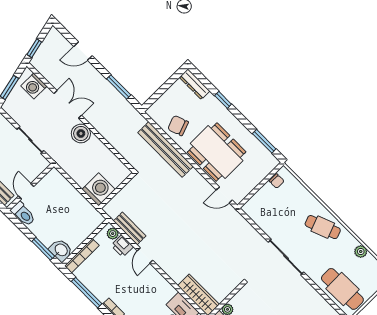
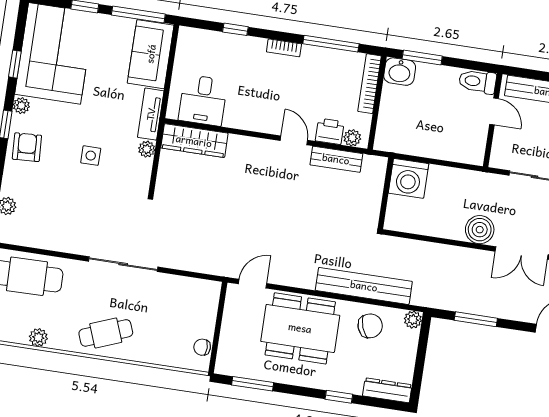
plant: (153, 112) -> (413, 320), added

